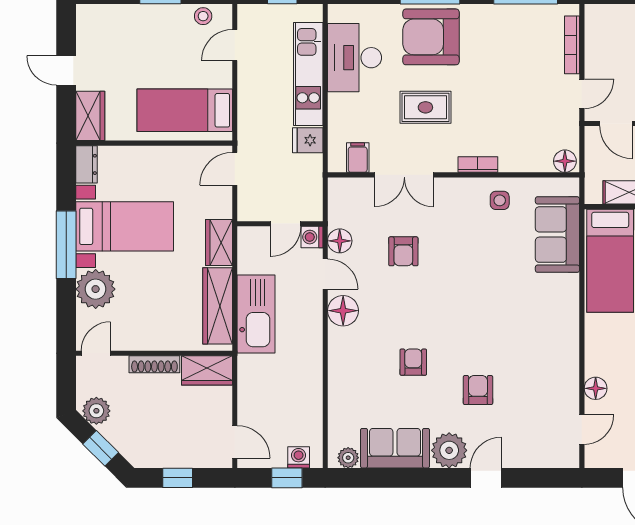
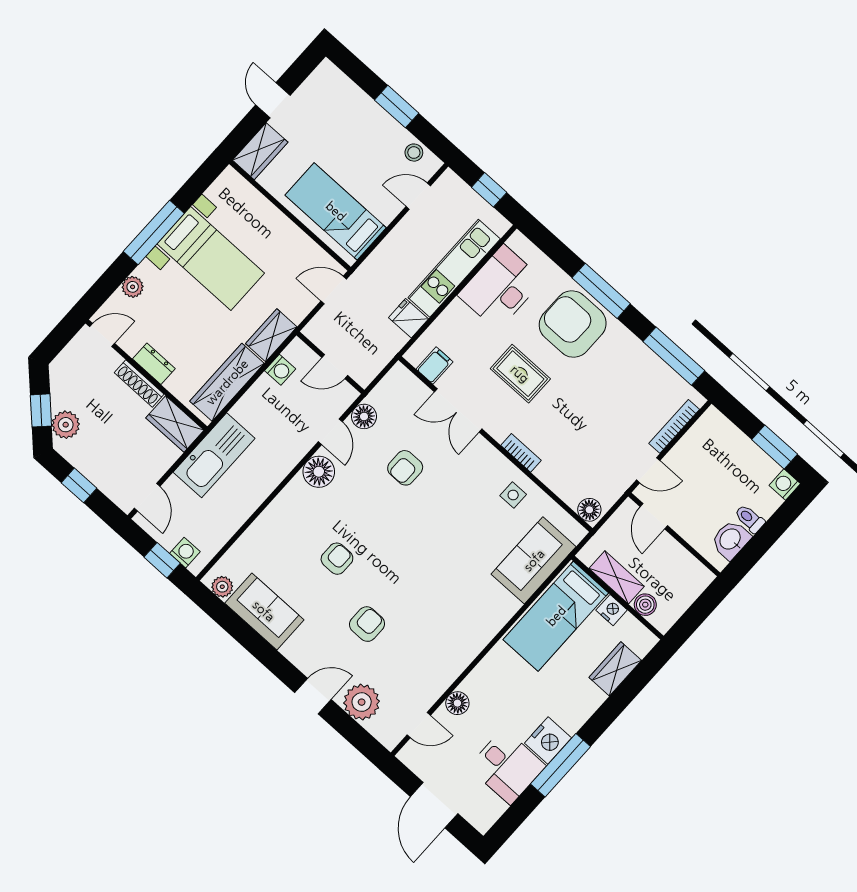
dresser: (87, 164) -> (154, 364), moved, turned -90
washing machine: (312, 237) -> (280, 370), moved, turned 180
plant: (96, 289) -> (133, 287), width x0.53, depth x0.53
kitchen sink: (256, 314) -> (214, 455), moved
plant: (96, 411) -> (66, 425), moved
plant: (449, 450) -> (362, 702), moved

